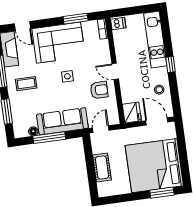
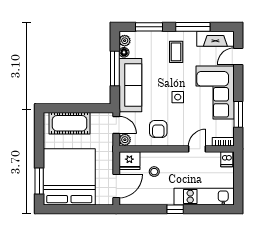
door: (115, 71) -> (197, 149), moved
stool: (159, 90) -> (154, 172), moved
plant: (113, 119) -> (125, 140), added
plant: (22, 132) -> (125, 41), added
cot: (102, 168) -> (69, 123), width x1.37, depth x1.34

